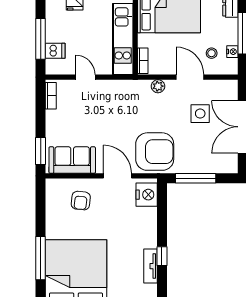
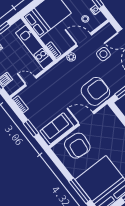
window: (41, 151) -> (31, 128), moved
nightstand: (147, 195) -> (108, 116), removed
armchair: (81, 201) -> (77, 146), width x1.88, depth x1.88

